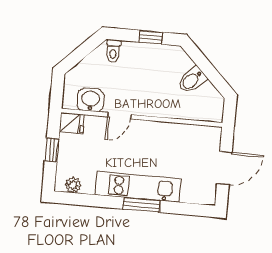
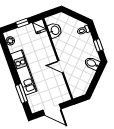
bidet: (192, 80) -> (92, 63), moved
door: (119, 116) -> (60, 67), moved
window: (141, 205) -> (22, 93), moved

